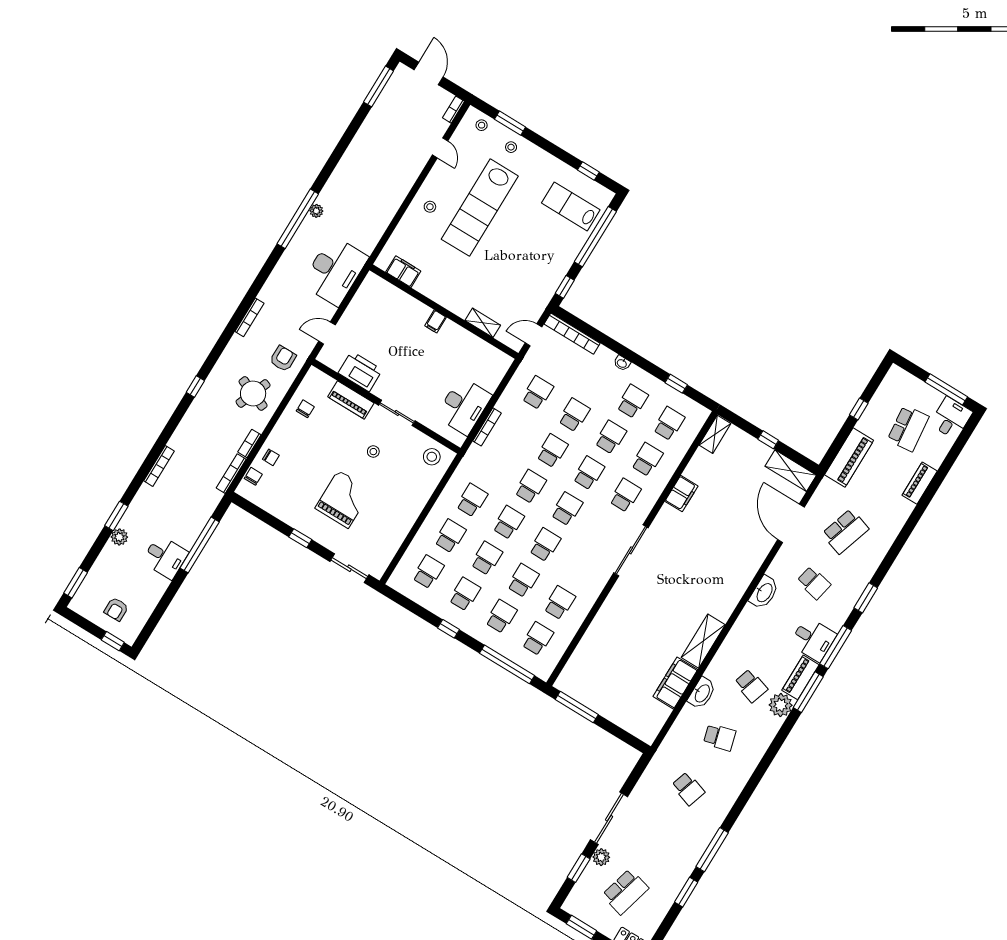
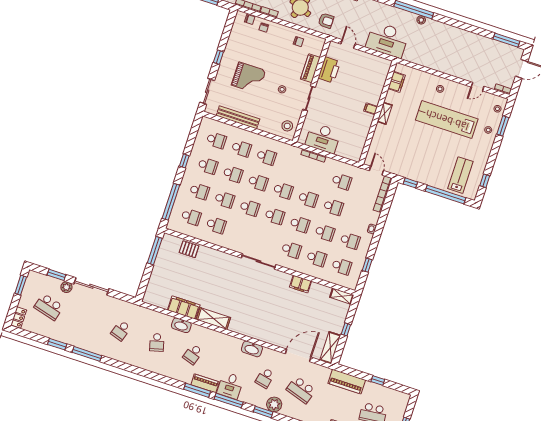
shelving: (483, 323) -> (385, 113), moved
bench: (401, 530) -> (238, 117), added
pallet: (587, 654) -> (189, 249), added
plant: (781, 705) -> (274, 404), moved

